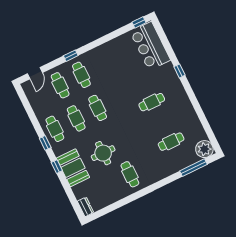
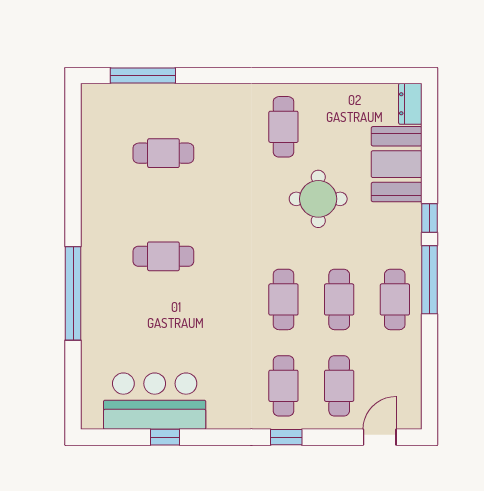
window: (139, 22) -> (165, 437), moved
bar counter: (150, 46) -> (155, 401), moved, turned -90
window: (180, 71) -> (73, 293), width x3.17
window: (45, 143) -> (430, 280), width x2.17
plant: (204, 149) -> (101, 103), removed
booth: (73, 168) -> (397, 164), moved

